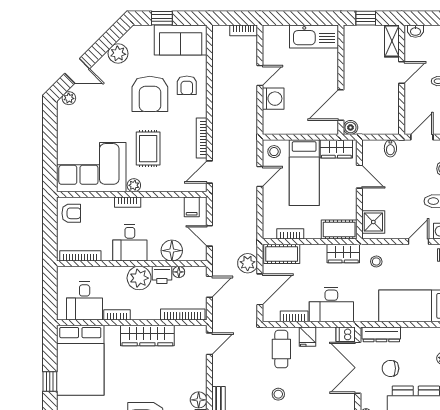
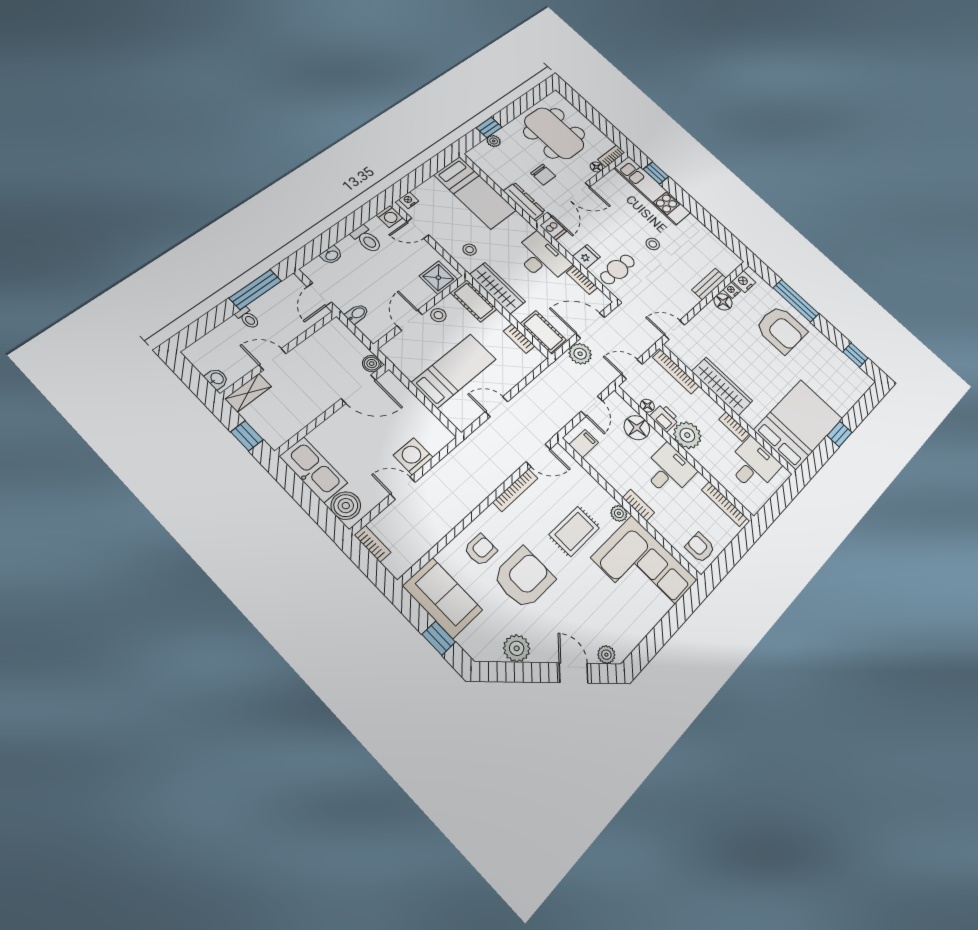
boiler: (278, 35) -> (346, 506), added
door: (422, 137) -> (319, 295), hinge flipped
wardrobe: (336, 149) -> (404, 360), removed
stool: (274, 152) -> (438, 315), moved
wardrobe: (343, 254) -> (497, 288), width x1.50

